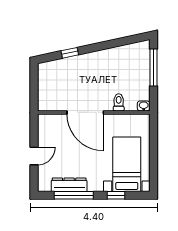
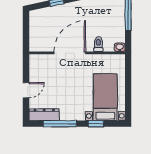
door: (85, 112) -> (70, 53), swing flipped
dresser: (69, 185) -> (44, 115), moved

